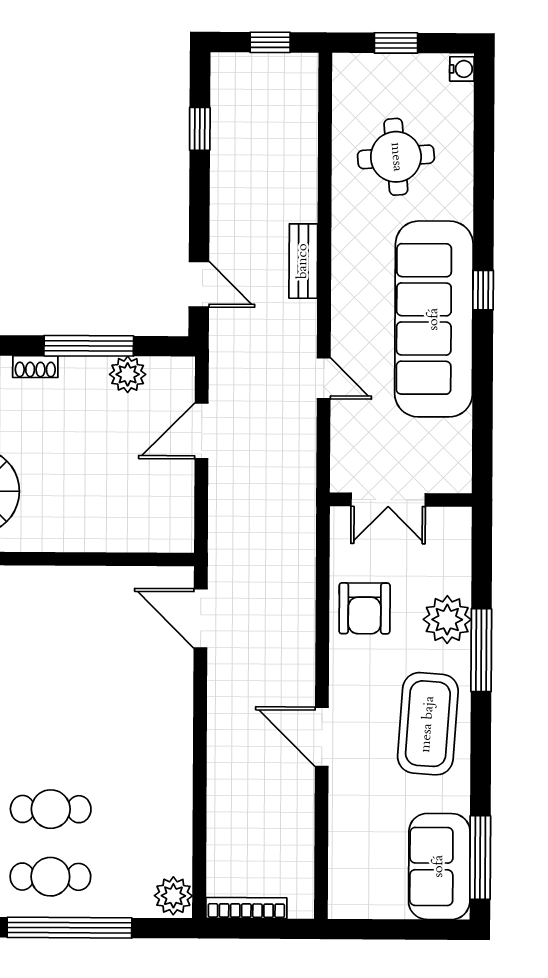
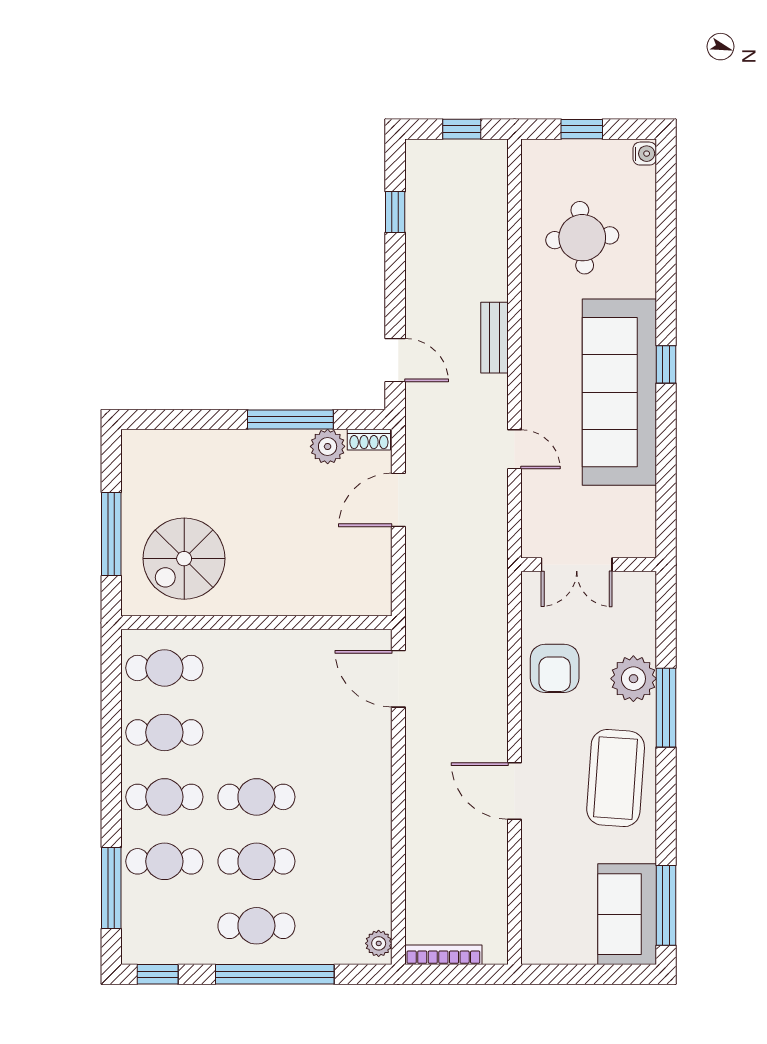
shoe rack: (35, 367) -> (369, 440), moved
cafe table: (51, 741) -> (256, 797), added
plant: (173, 896) -> (379, 943), width x0.73, depth x0.73

